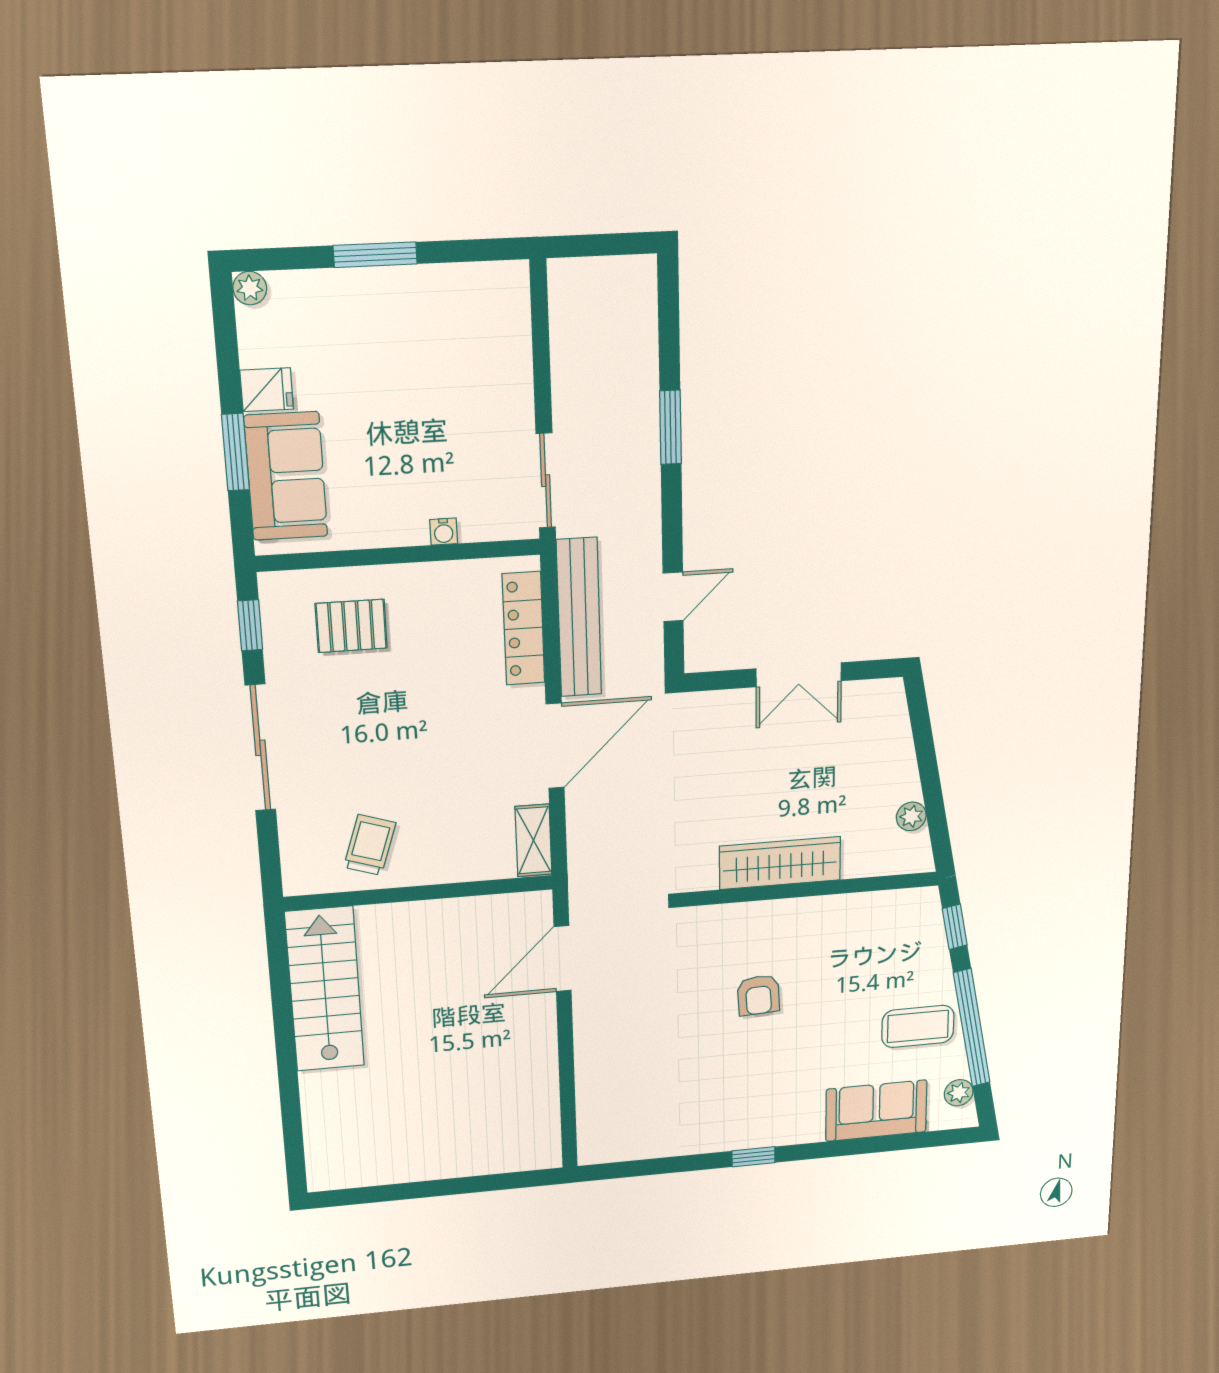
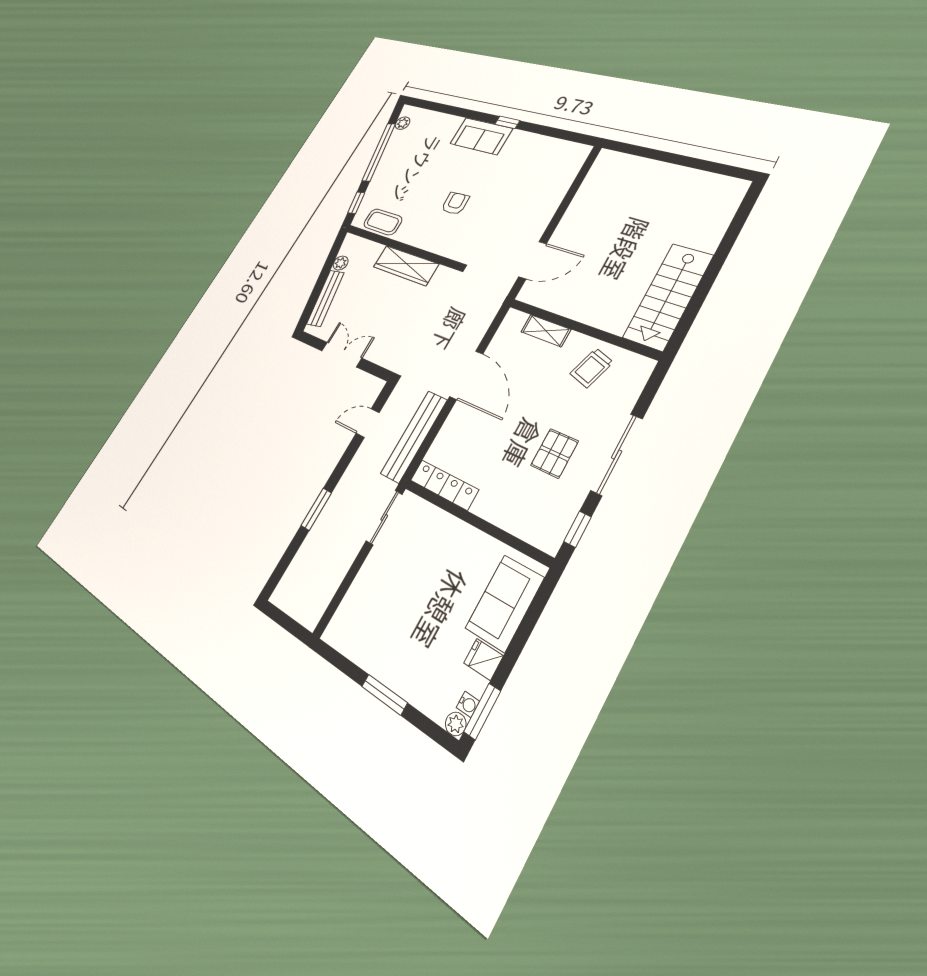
window: (235, 452) -> (482, 711), moved
water cooler: (444, 532) -> (468, 704), moved, turned 90
pallet: (351, 626) -> (555, 453), moved, turned 90
locker: (523, 628) -> (444, 485), moved, turned -90
door: (555, 746) -> (466, 375), swing flipped
bench: (899, 748) -> (325, 298), added
shelving: (533, 840) -> (546, 331), moved, turned 90
coffee table: (918, 1026) -> (383, 222), moved
sofa: (876, 1111) -> (481, 136), moved

